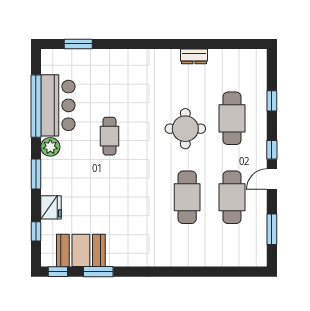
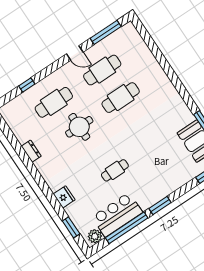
plant: (50, 147) -> (95, 236), moved
window: (272, 150) -> (57, 65), removed
window: (36, 174) -> (160, 206), moved
fridge: (51, 207) -> (64, 197), moved, turned 90
window: (272, 229) -> (106, 32), width x1.44

